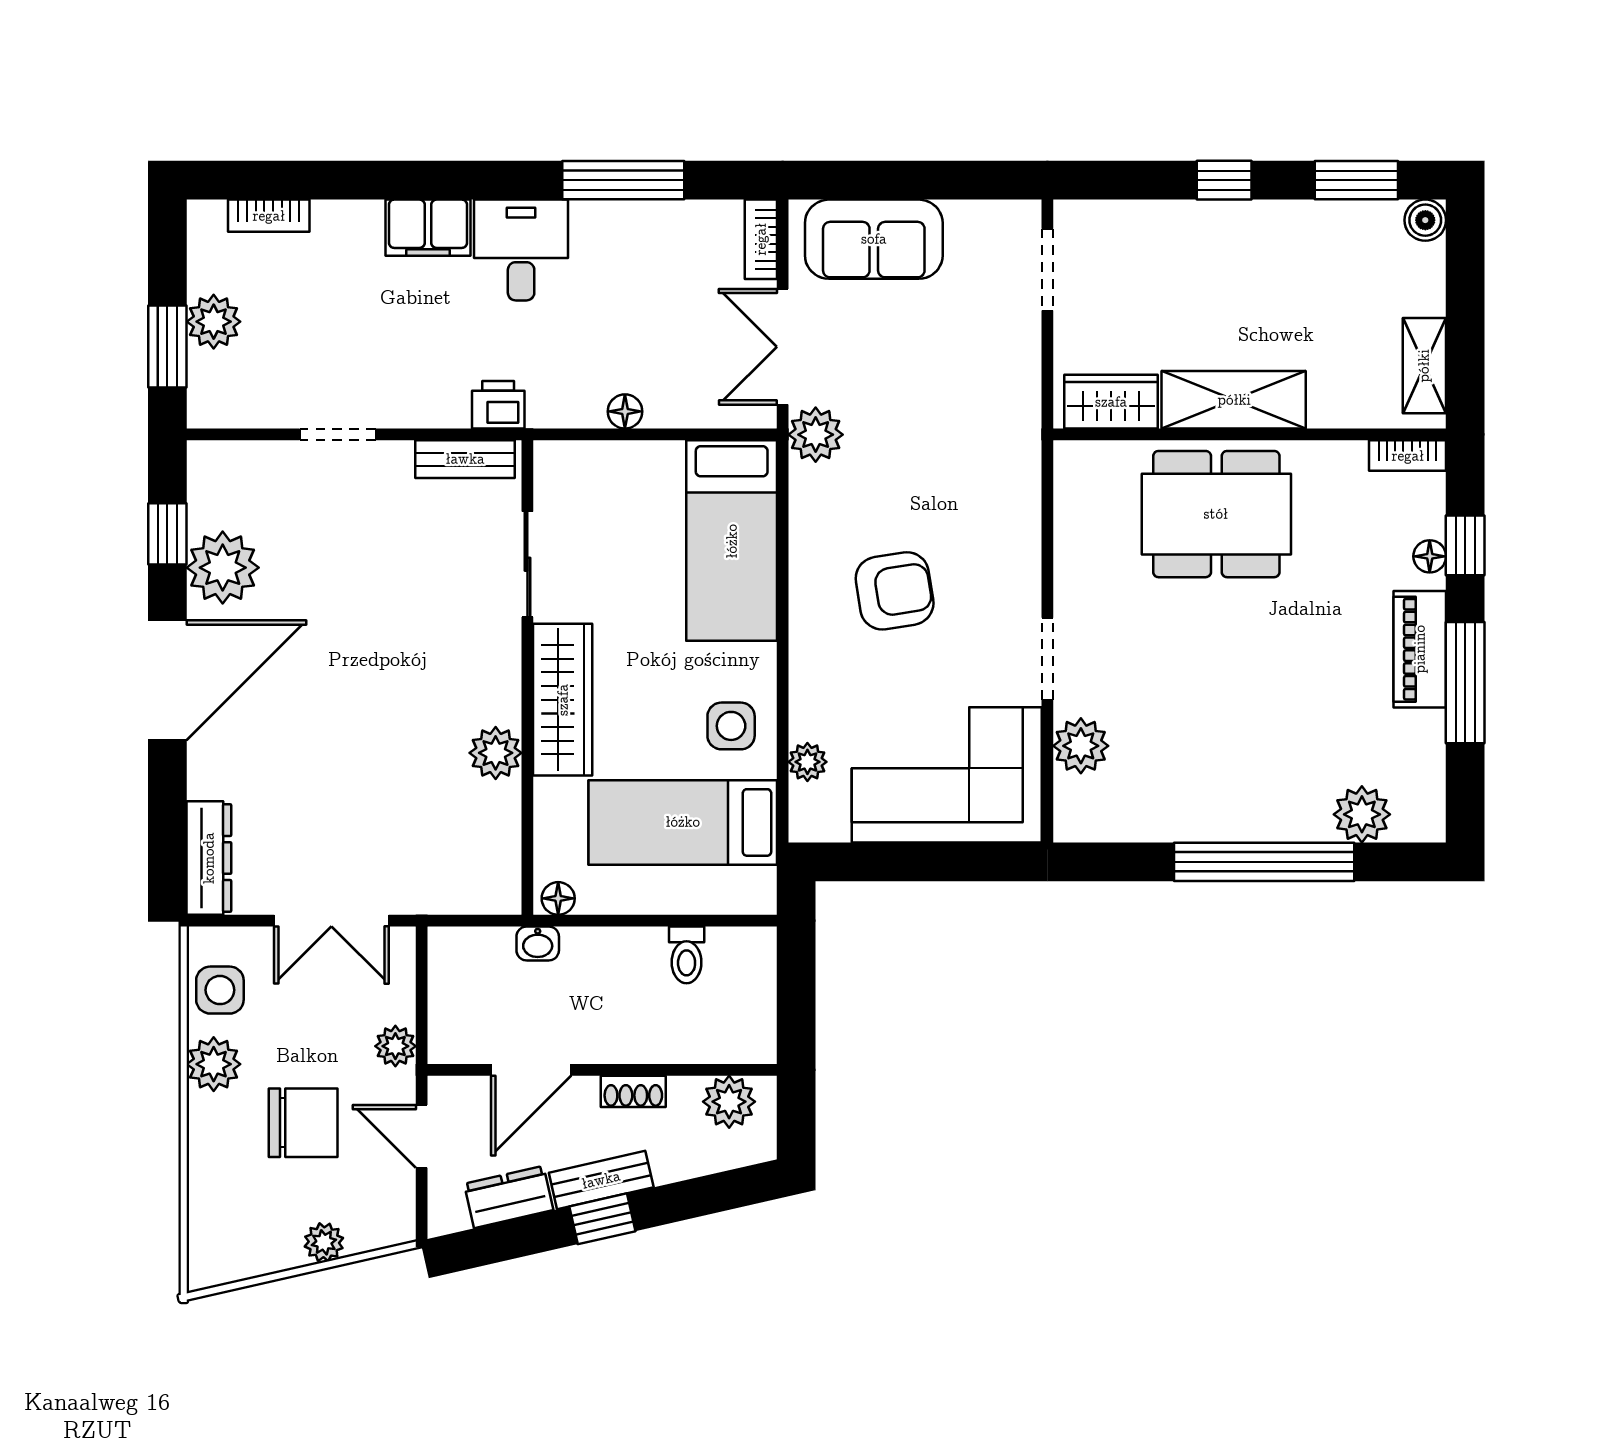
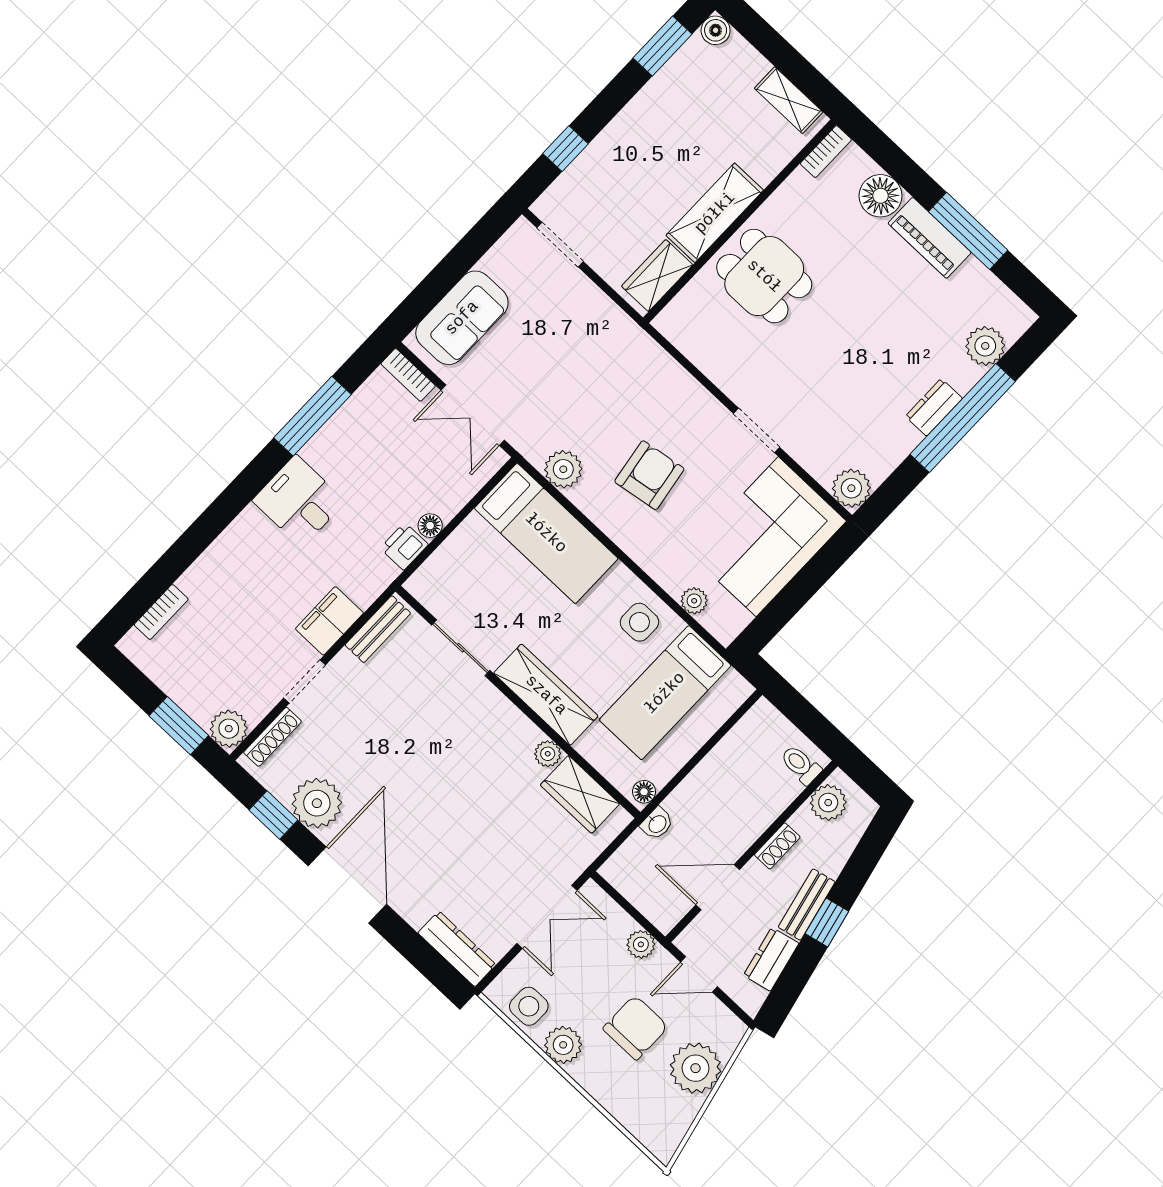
window: (1224, 180) -> (565, 149), moved
filing cabinet: (428, 228) -> (329, 621), moved, turned 180
plant: (214, 322) -> (229, 729), moved
printer: (498, 405) -> (404, 546), moved
plant: (816, 435) -> (563, 469), moved
shoe rack: (248, 456) -> (273, 737), added
dining table: (1216, 514) -> (764, 276), width x0.73
window: (1465, 545) -> (899, 165), removed
floor lamp: (1430, 556) -> (880, 196), width x1.89, depth x1.89
plant: (1081, 746) -> (851, 488), moved
plant: (496, 753) -> (548, 754), width x0.73, depth x0.73
dresser: (1247, 821) -> (934, 407), added
wardrobe: (492, 834) -> (580, 794), added
toilet: (687, 955) -> (801, 765), moved, turned 180
door: (531, 1070) -> (718, 887), swing flipped
plant: (324, 1242) -> (696, 1068), width x1.88, depth x1.88

